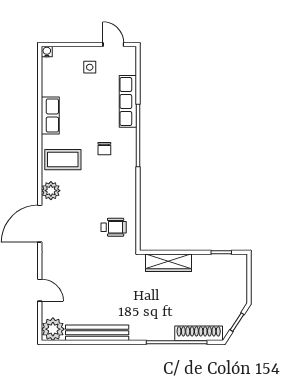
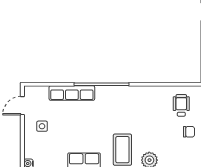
chair: (104, 149) -> (189, 132), moved

